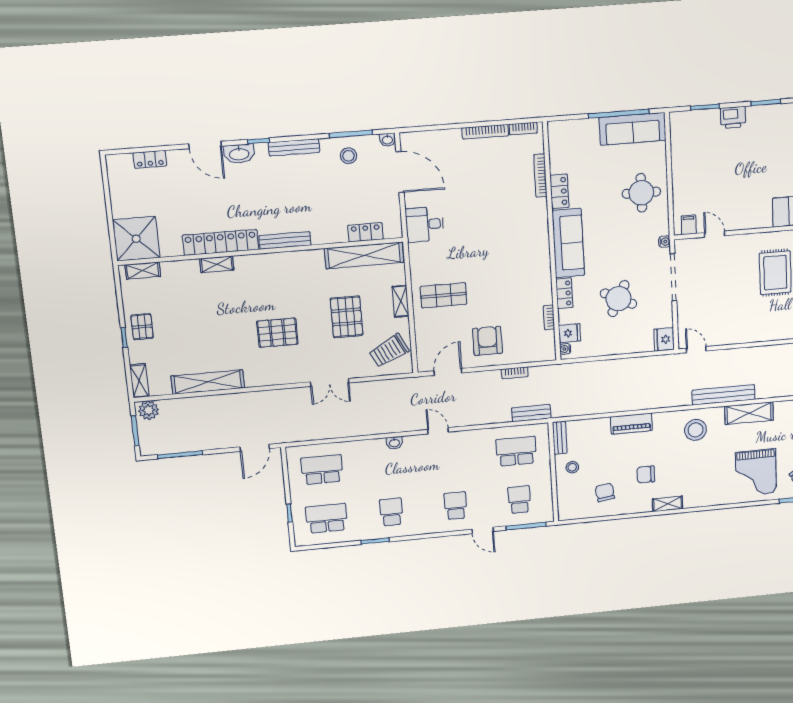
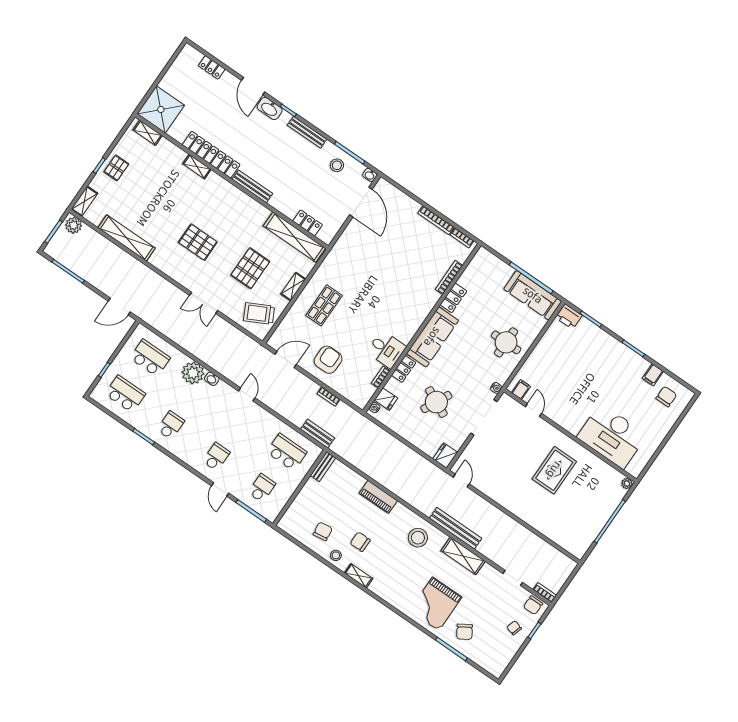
printer: (733, 117) -> (569, 317), moved
desk: (425, 224) -> (386, 349), moved, turned 180
shop shelf: (444, 295) -> (324, 305), turned 90
plant: (373, 451) -> (193, 373), added
stool: (572, 467) -> (336, 555), moved

